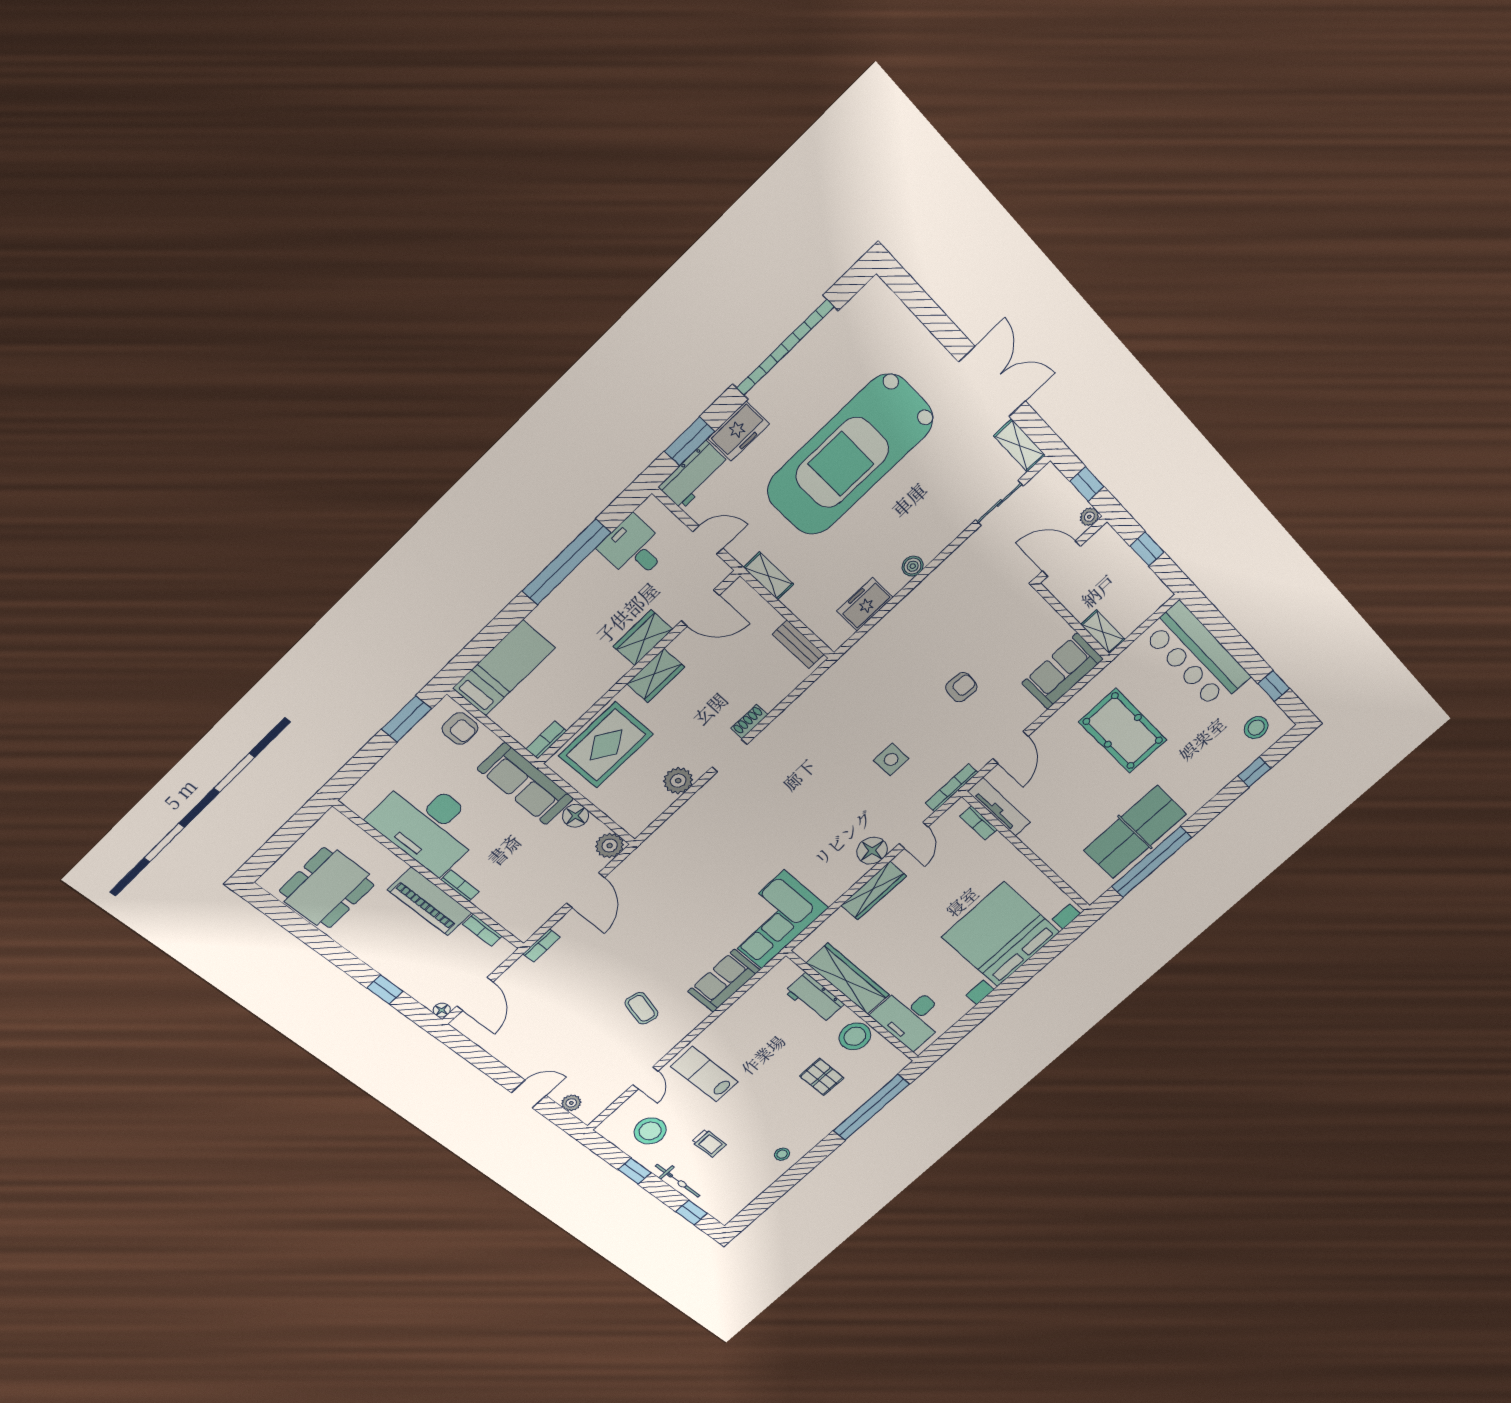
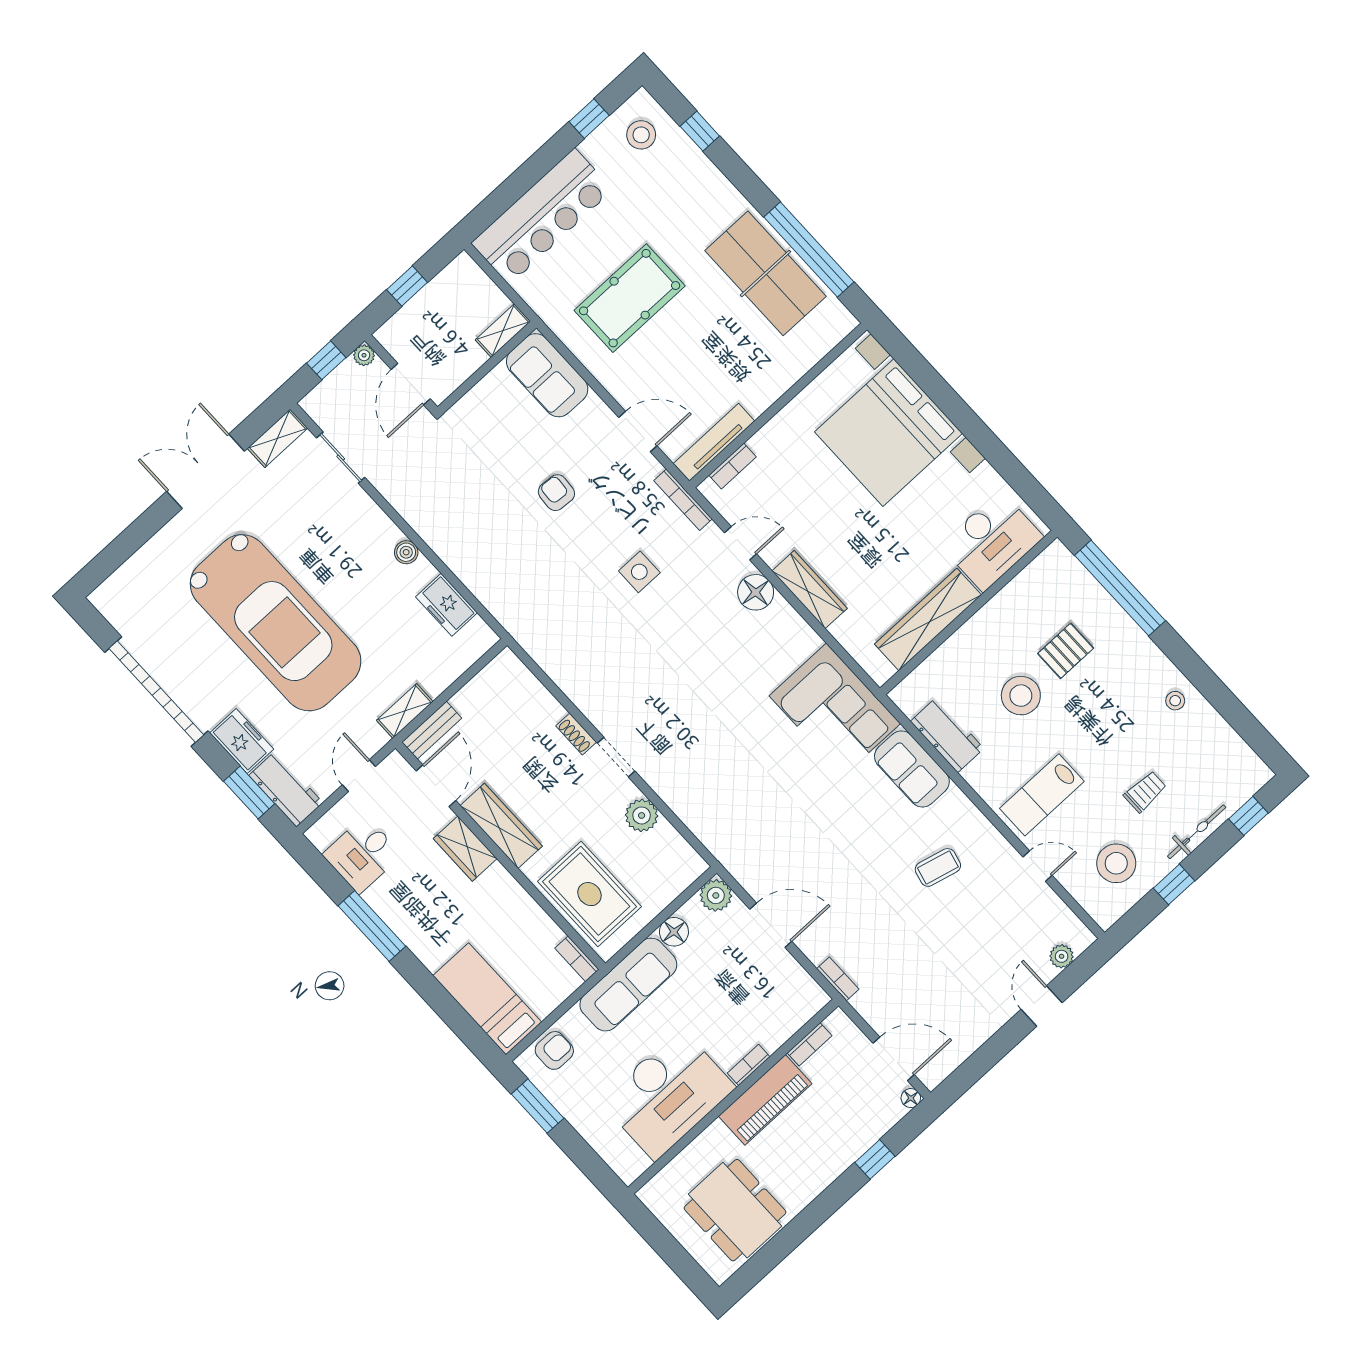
window: (566, 562) -> (372, 926), width x0.68
bench: (798, 644) -> (432, 730), moved
wardrobe: (656, 675) -> (501, 826), width x1.50
workbench: (814, 998) -> (947, 735), moved, turned -90
stool: (855, 1036) -> (1021, 696), moved

